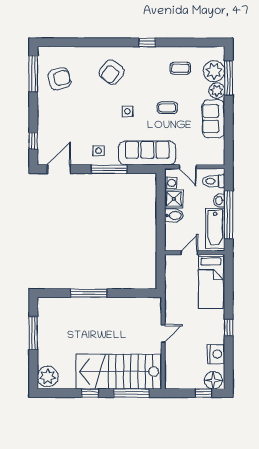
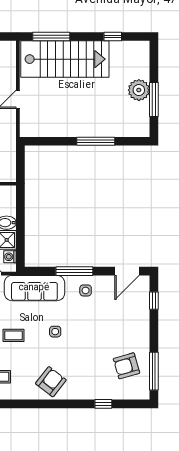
window: (147, 42) -> (103, 404), moved
armchair: (112, 72) -> (51, 382), moved
plant: (48, 377) -> (139, 90), moved
window: (90, 393) -> (113, 37), moved

